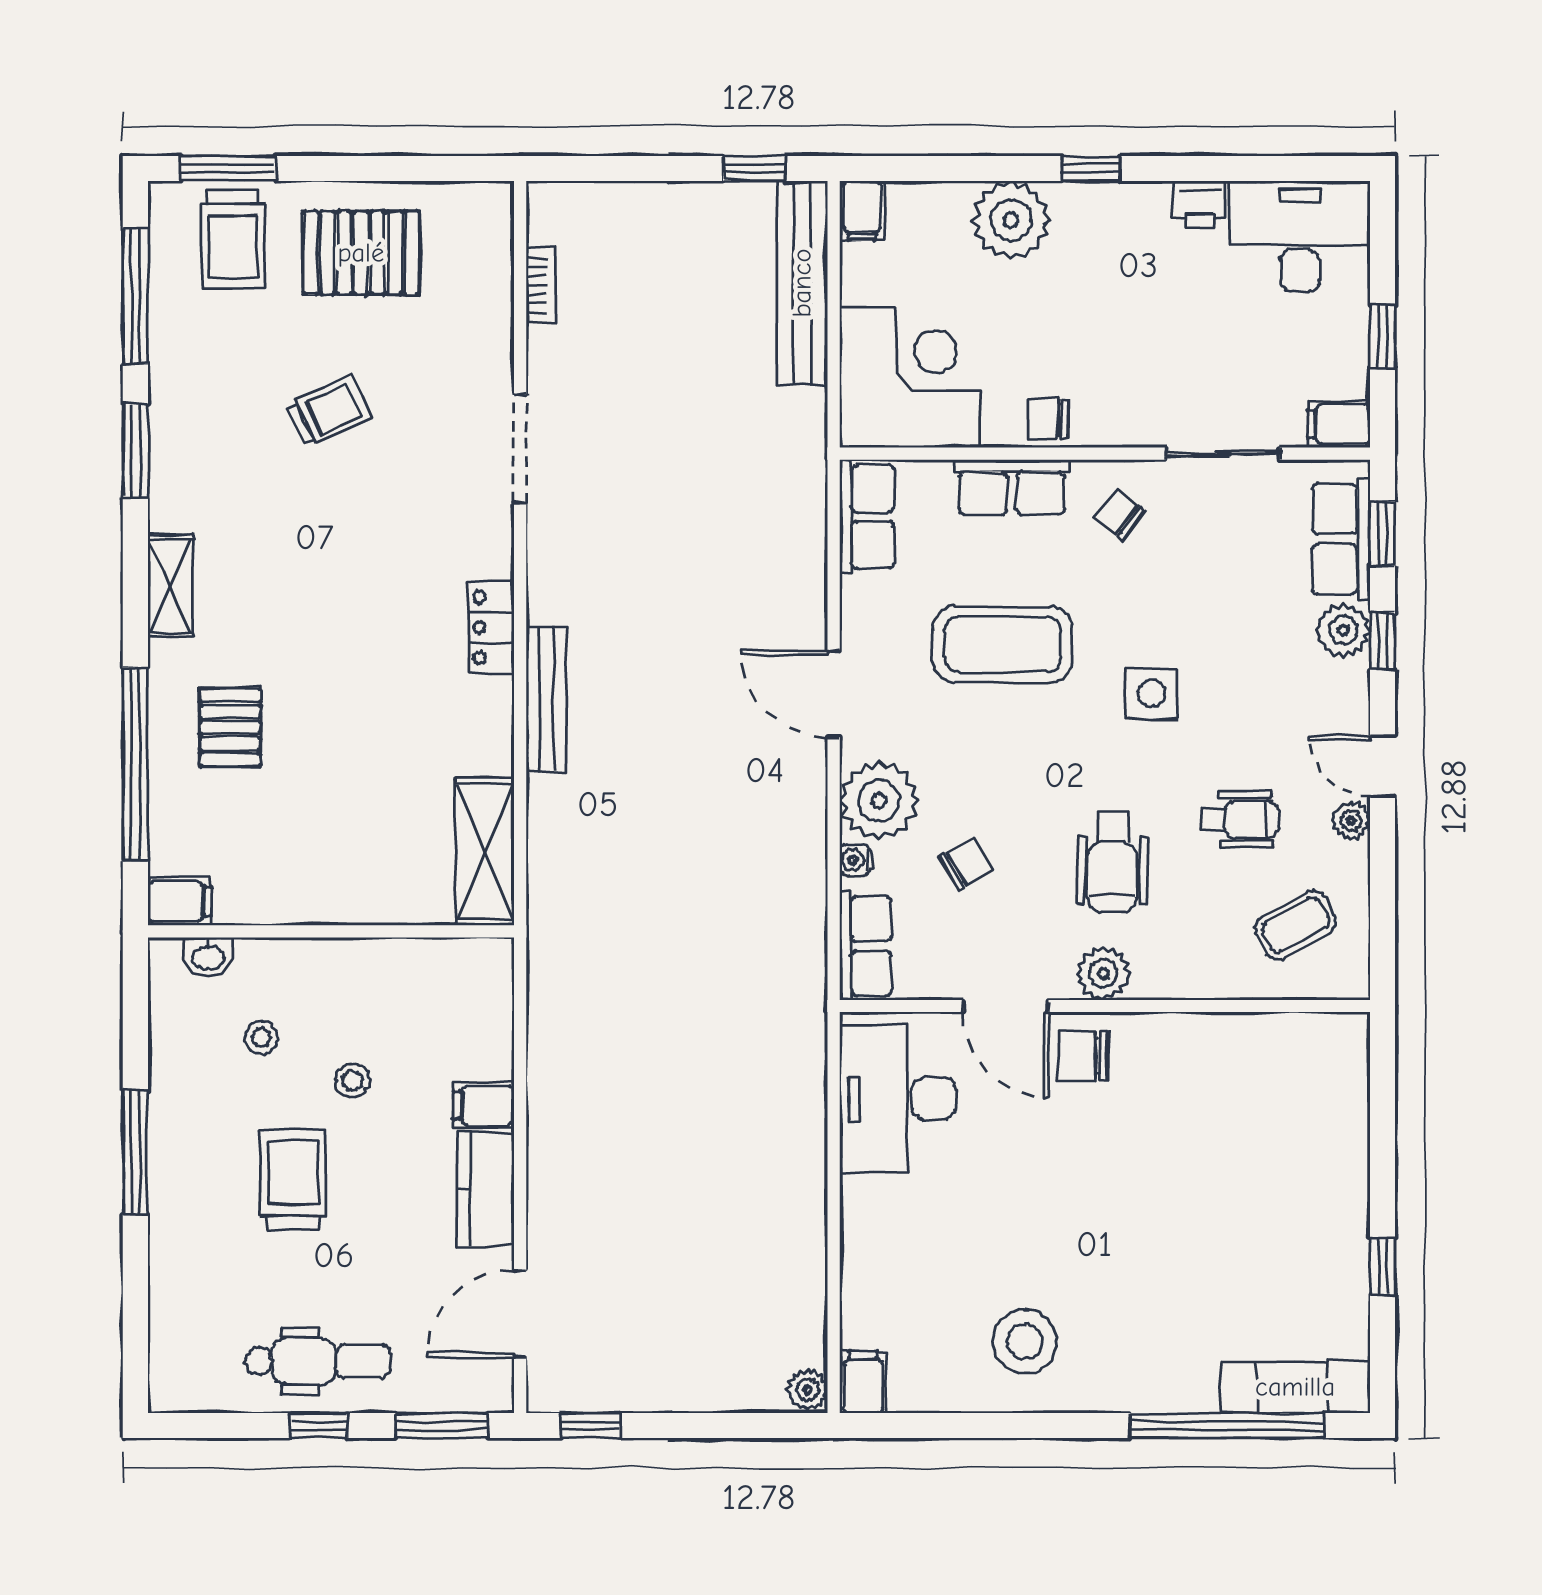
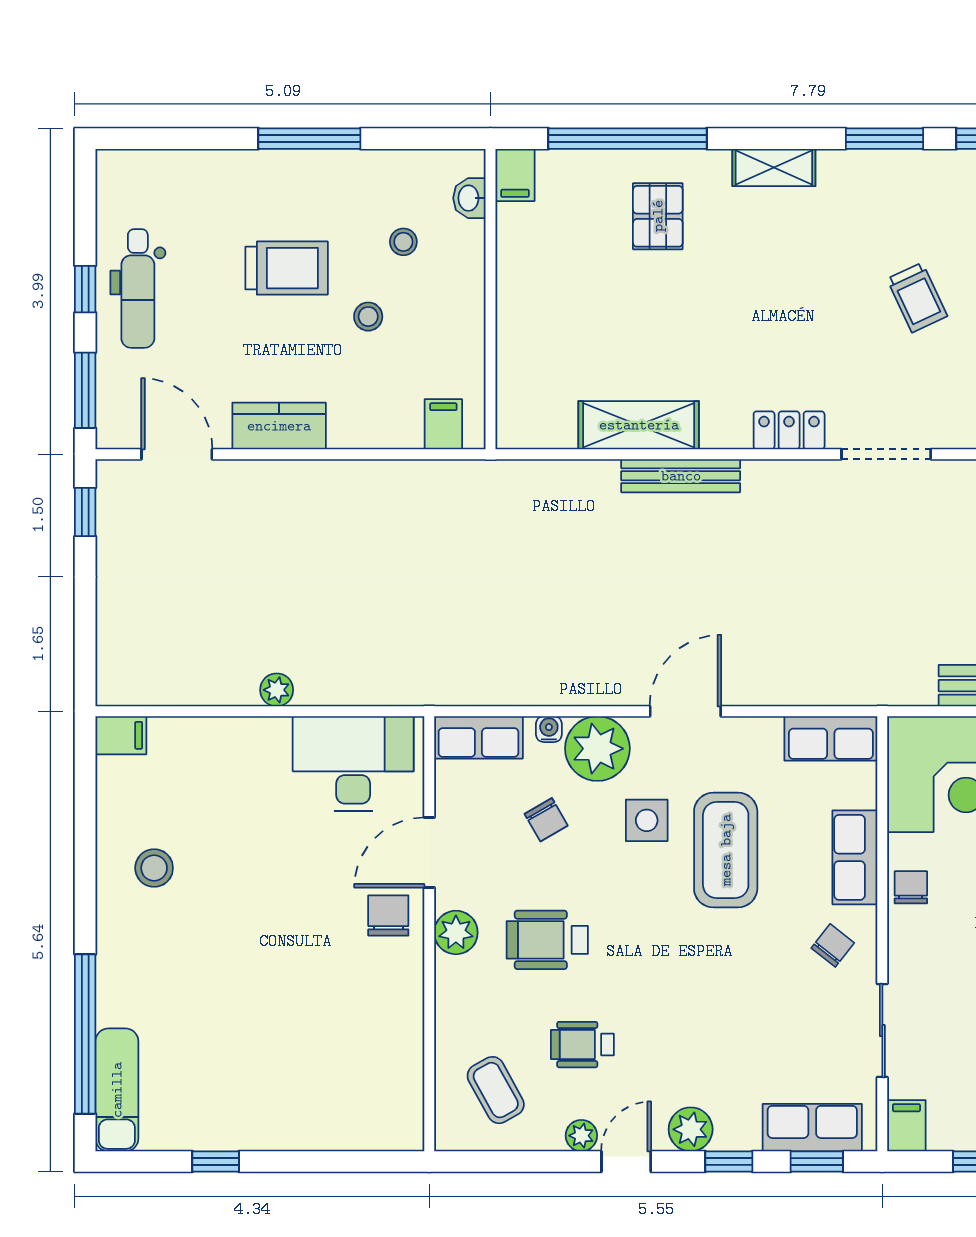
locker: (491, 628) -> (789, 430), moved
plant: (1343, 630) -> (691, 1129), moved
side table: (1152, 693) -> (647, 820), moved
pallet: (230, 727) -> (658, 216), turned 90
wheelchair: (1240, 819) -> (582, 1045), turned 90
shelving: (485, 852) -> (639, 425), moved
filing cabinet: (484, 1105) -> (443, 424), moved
stool: (1025, 1342) -> (154, 868), width x0.73, depth x0.73
plant: (807, 1390) -> (277, 690), moved

